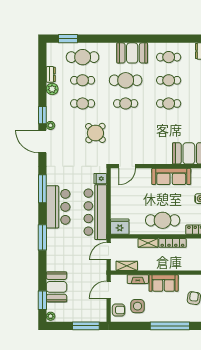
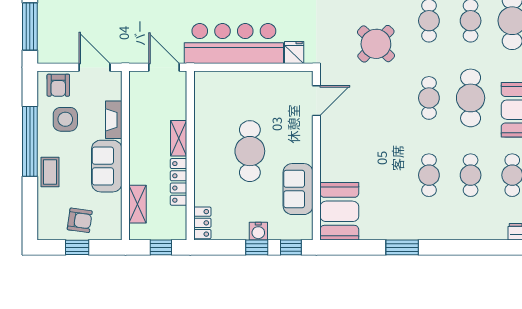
door: (127, 166) -> (316, 101), swing flipped
sofa: (171, 176) -> (298, 189), width x0.73
cafe table: (163, 220) -> (250, 151), moved
fridge: (120, 227) -> (208, 87), removed
shelving: (127, 266) -> (138, 204), moved
coffee table: (167, 315) -> (50, 172), added
window: (170, 326) -> (30, 141), moved

